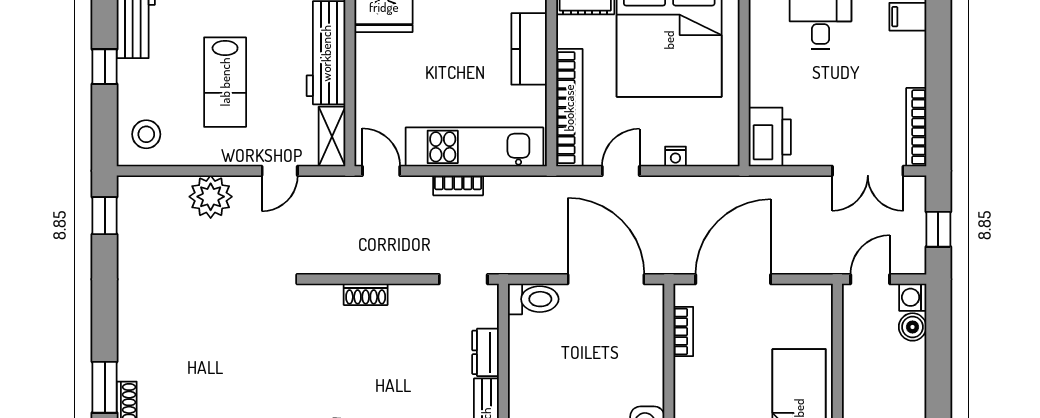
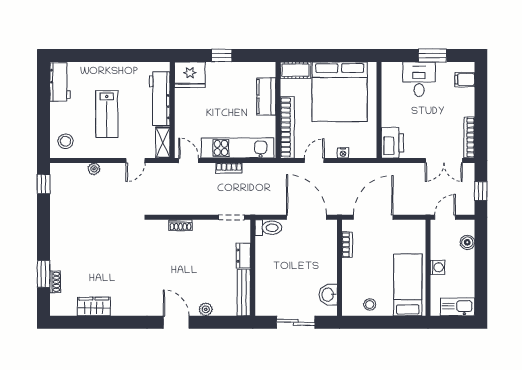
window: (105, 67) -> (44, 106), removed
plant: (211, 197) -> (94, 169), width x0.53, depth x0.53
washing machine: (913, 297) -> (437, 267), moved, turned 180

